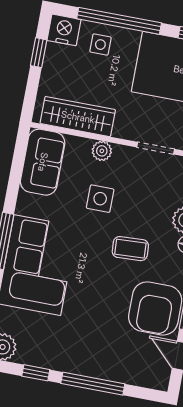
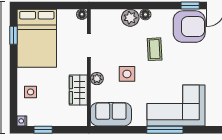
window: (119, 21) -> (14, 83), removed
nightstand: (64, 30) -> (22, 121), width x0.53, depth x0.56
wardrobe: (78, 117) -> (78, 90), width x0.67

